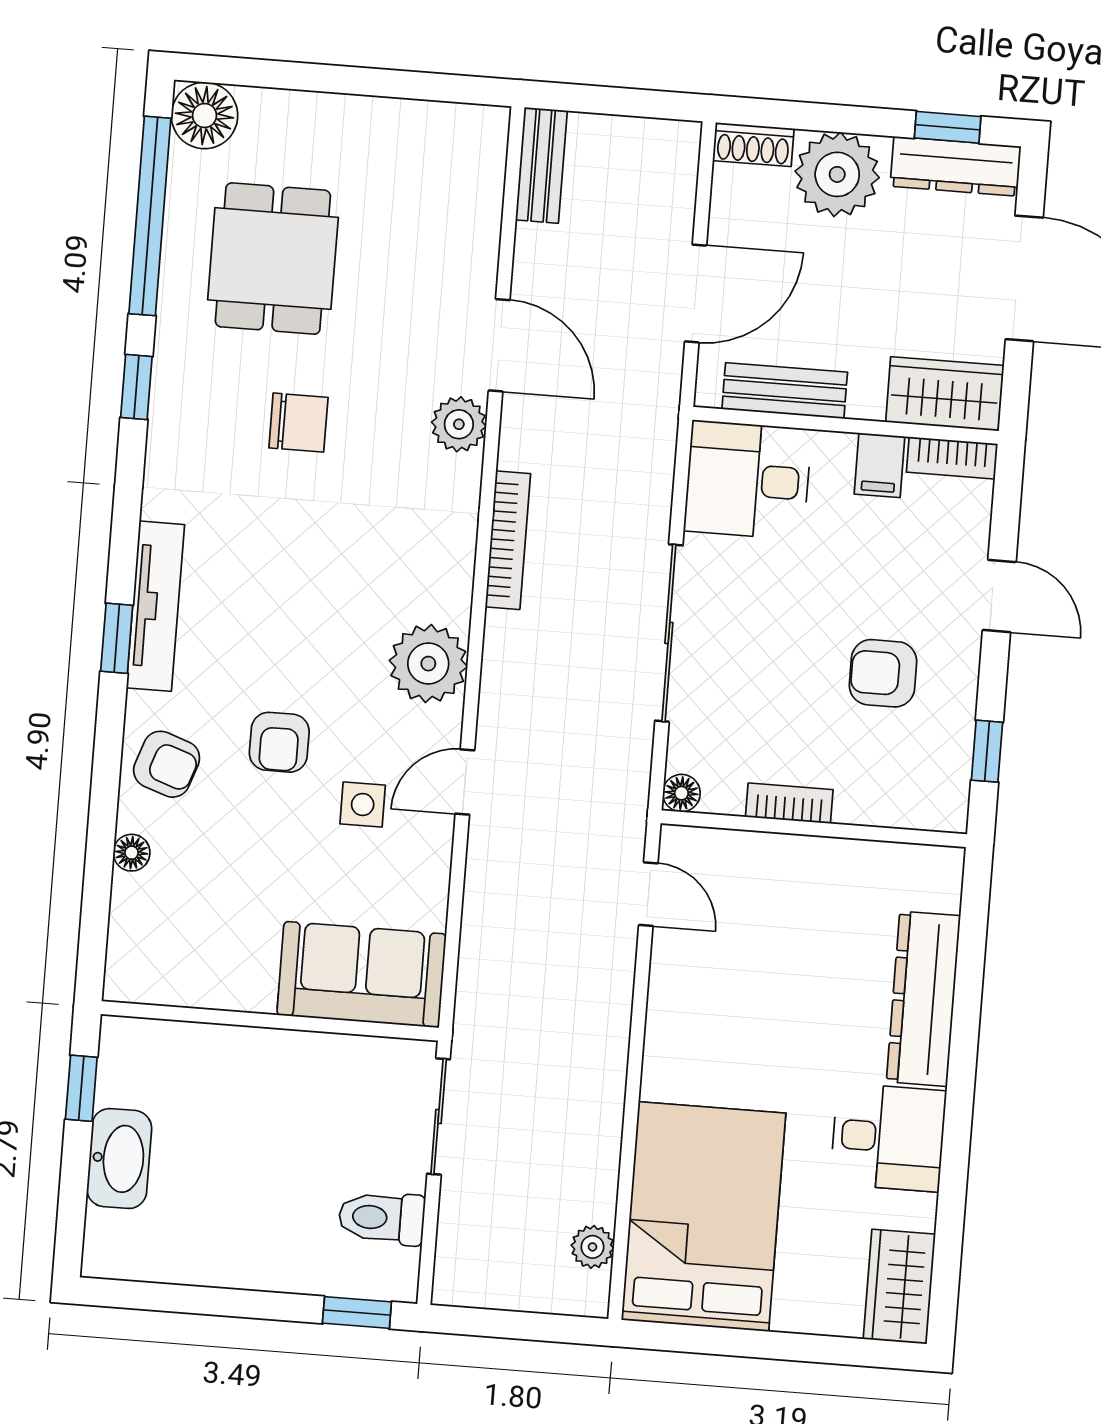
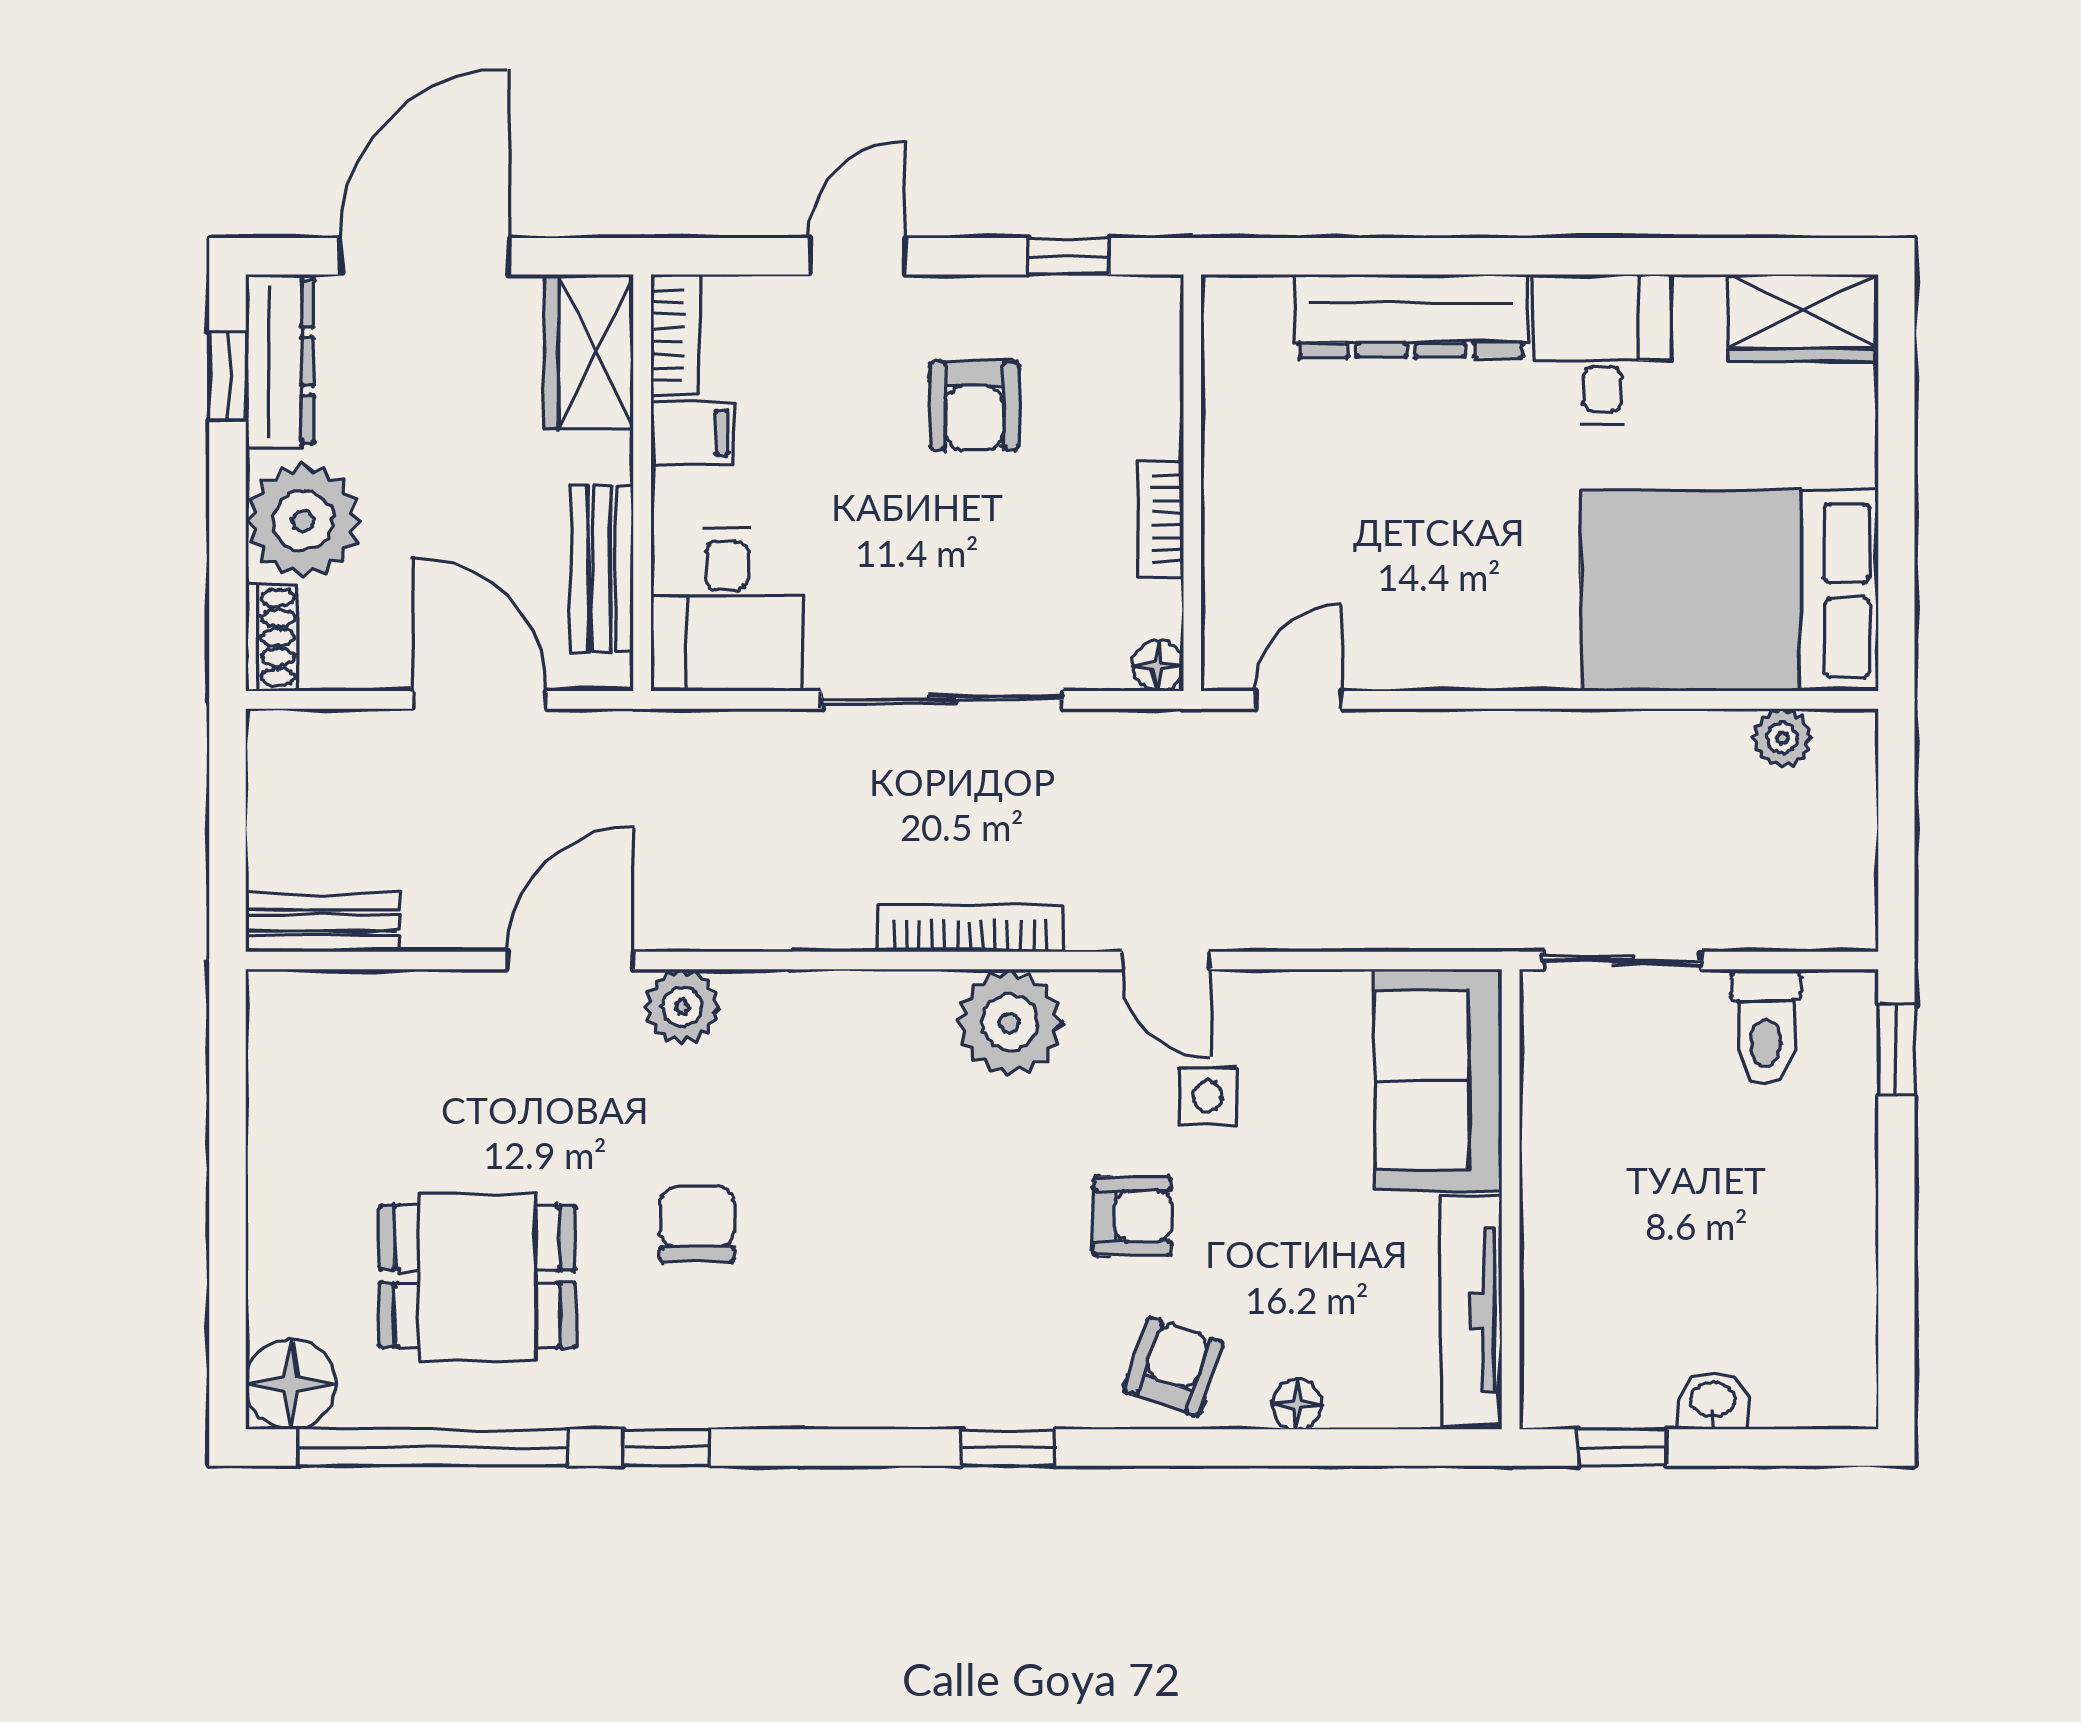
bookcase: (508, 540) -> (970, 928), moved
tv unit: (155, 606) -> (1471, 1310), moved, turned -90
washbasin: (119, 1159) -> (1713, 1401), width x0.52, depth x0.69

